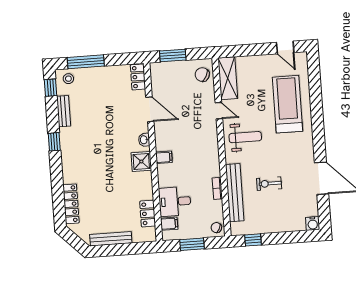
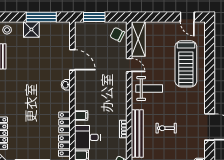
window: (86, 62) -> (41, 17), moved
locker: (138, 77) -> (64, 122), moved
treadmill: (288, 104) -> (186, 64), turned 180
filing cabinet: (164, 157) -> (81, 115), moved
shower: (141, 162) -> (31, 29), moved

